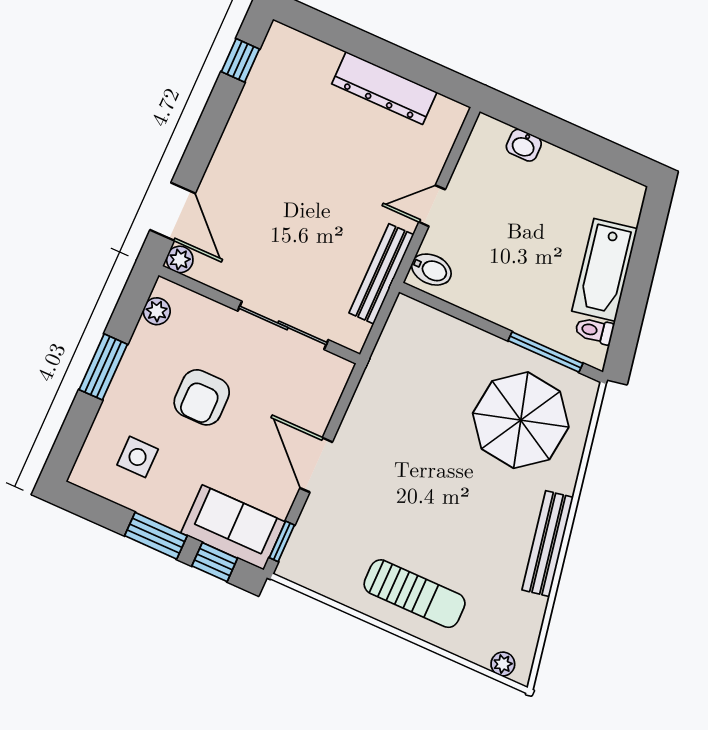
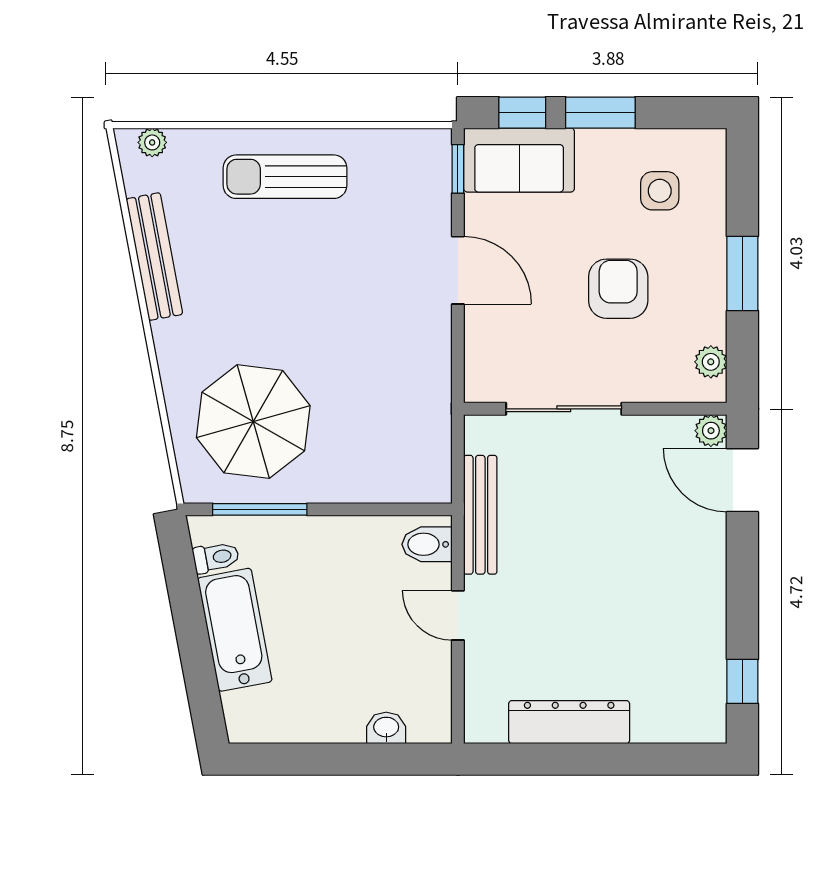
door: (432, 206) -> (458, 615), swing flipped
bench: (548, 544) -> (154, 257), moved

